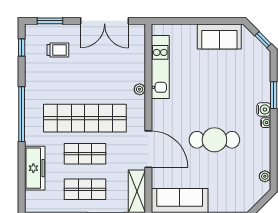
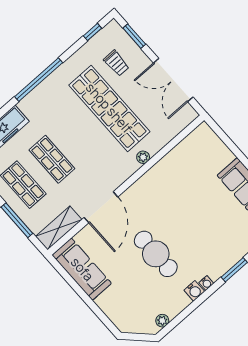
kitchen unit: (160, 67) -> (176, 158), removed
water cooler: (264, 109) -> (194, 291), moved
shop shelf: (85, 118) -> (109, 108), moved

